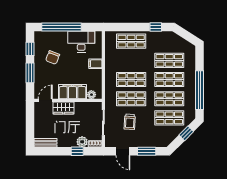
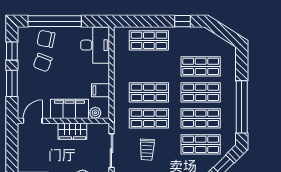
chair: (55, 40) -> (46, 39), added
desk: (81, 42) -> (95, 45), moved, turned 90
filing cabinet: (95, 64) -> (100, 90), moved
wardrobe: (63, 108) -> (72, 131), moved

